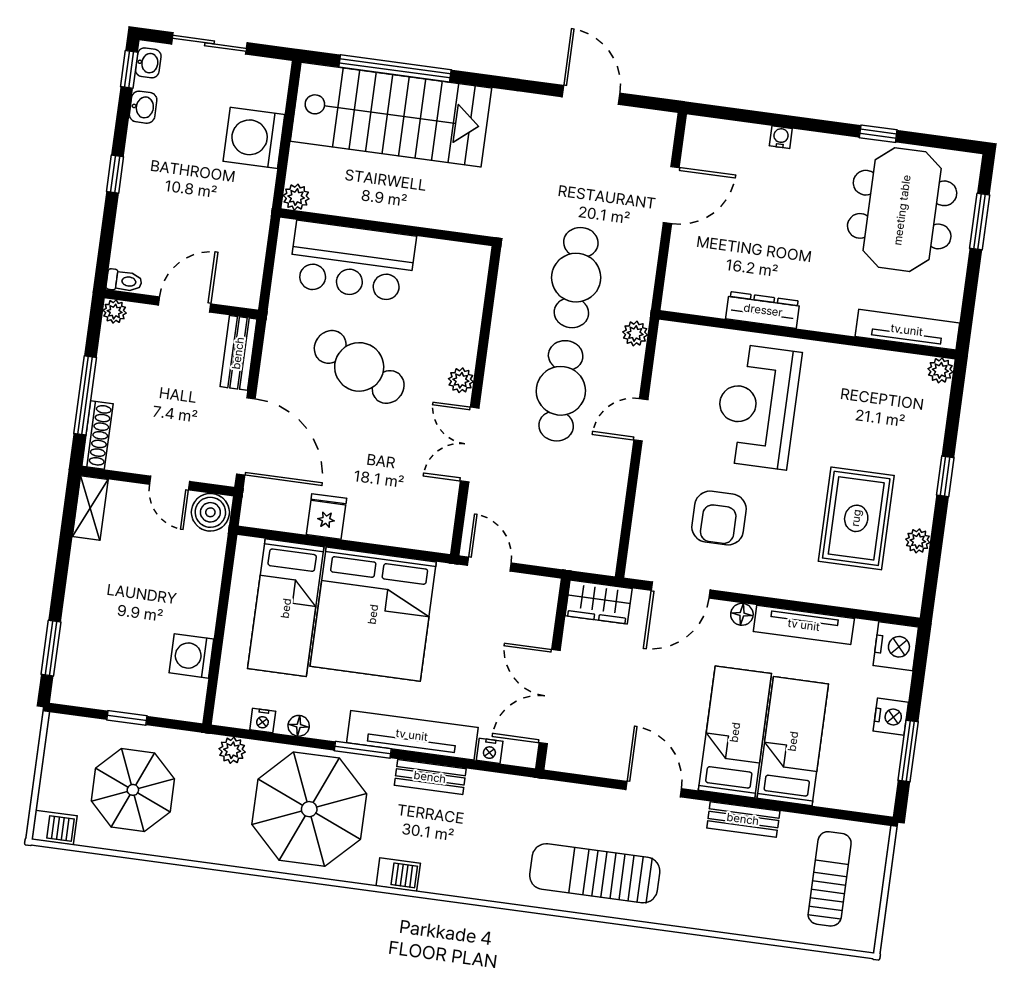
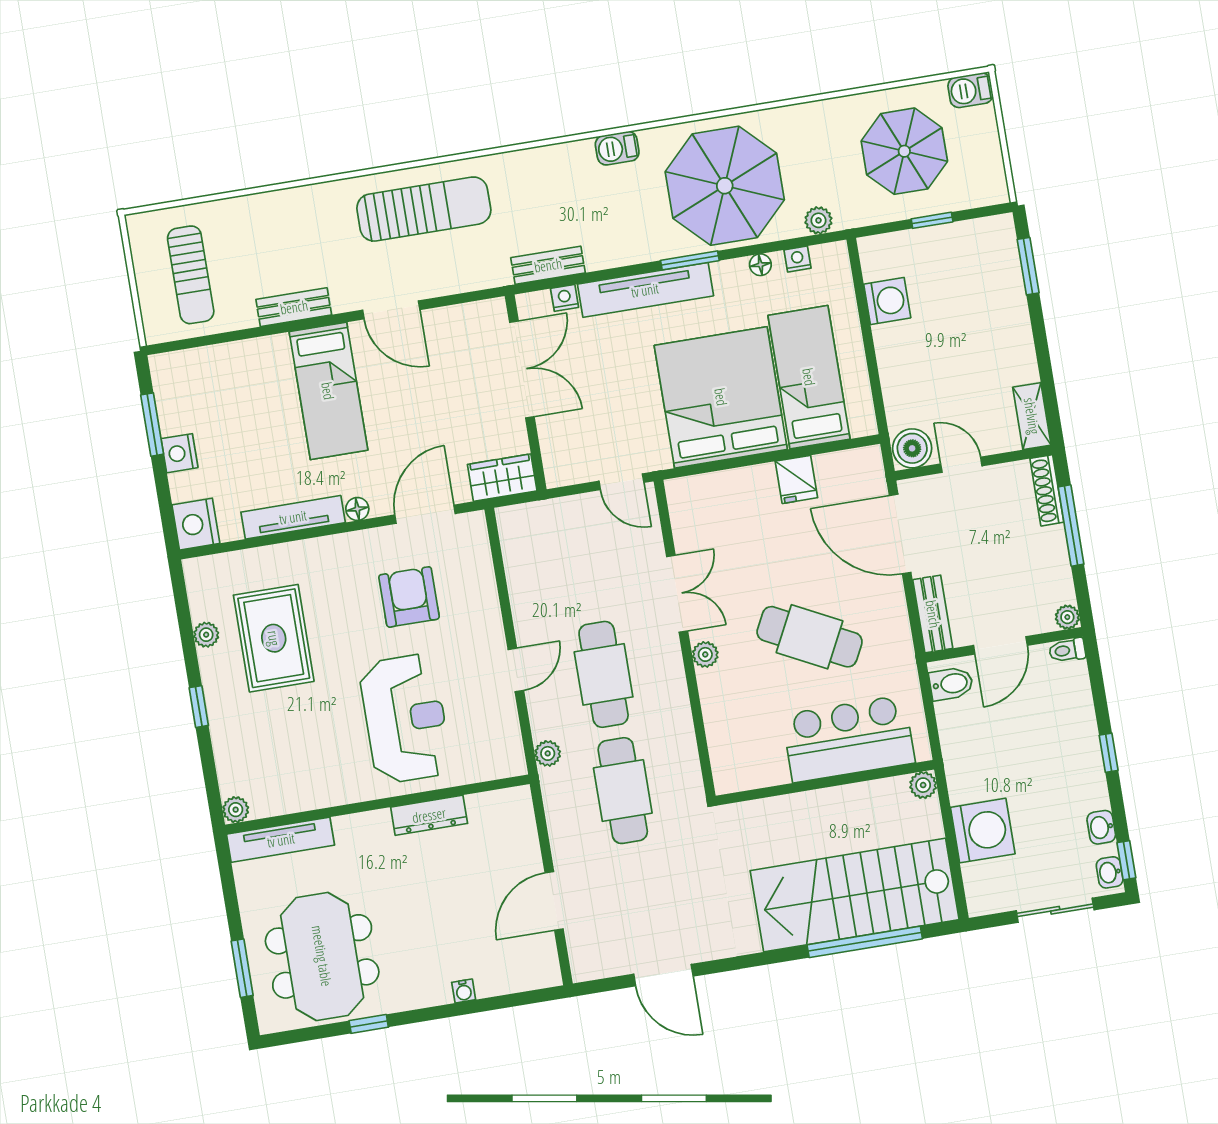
bidet: (241, 283) -> (951, 684), added
bed: (793, 741) -> (269, 399), removed
bench: (430, 777) -> (548, 265), moved

